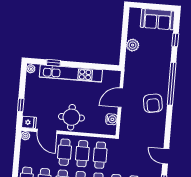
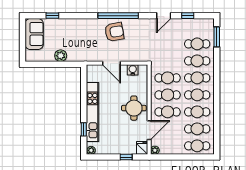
window: (172, 84) -> (118, 16), moved

